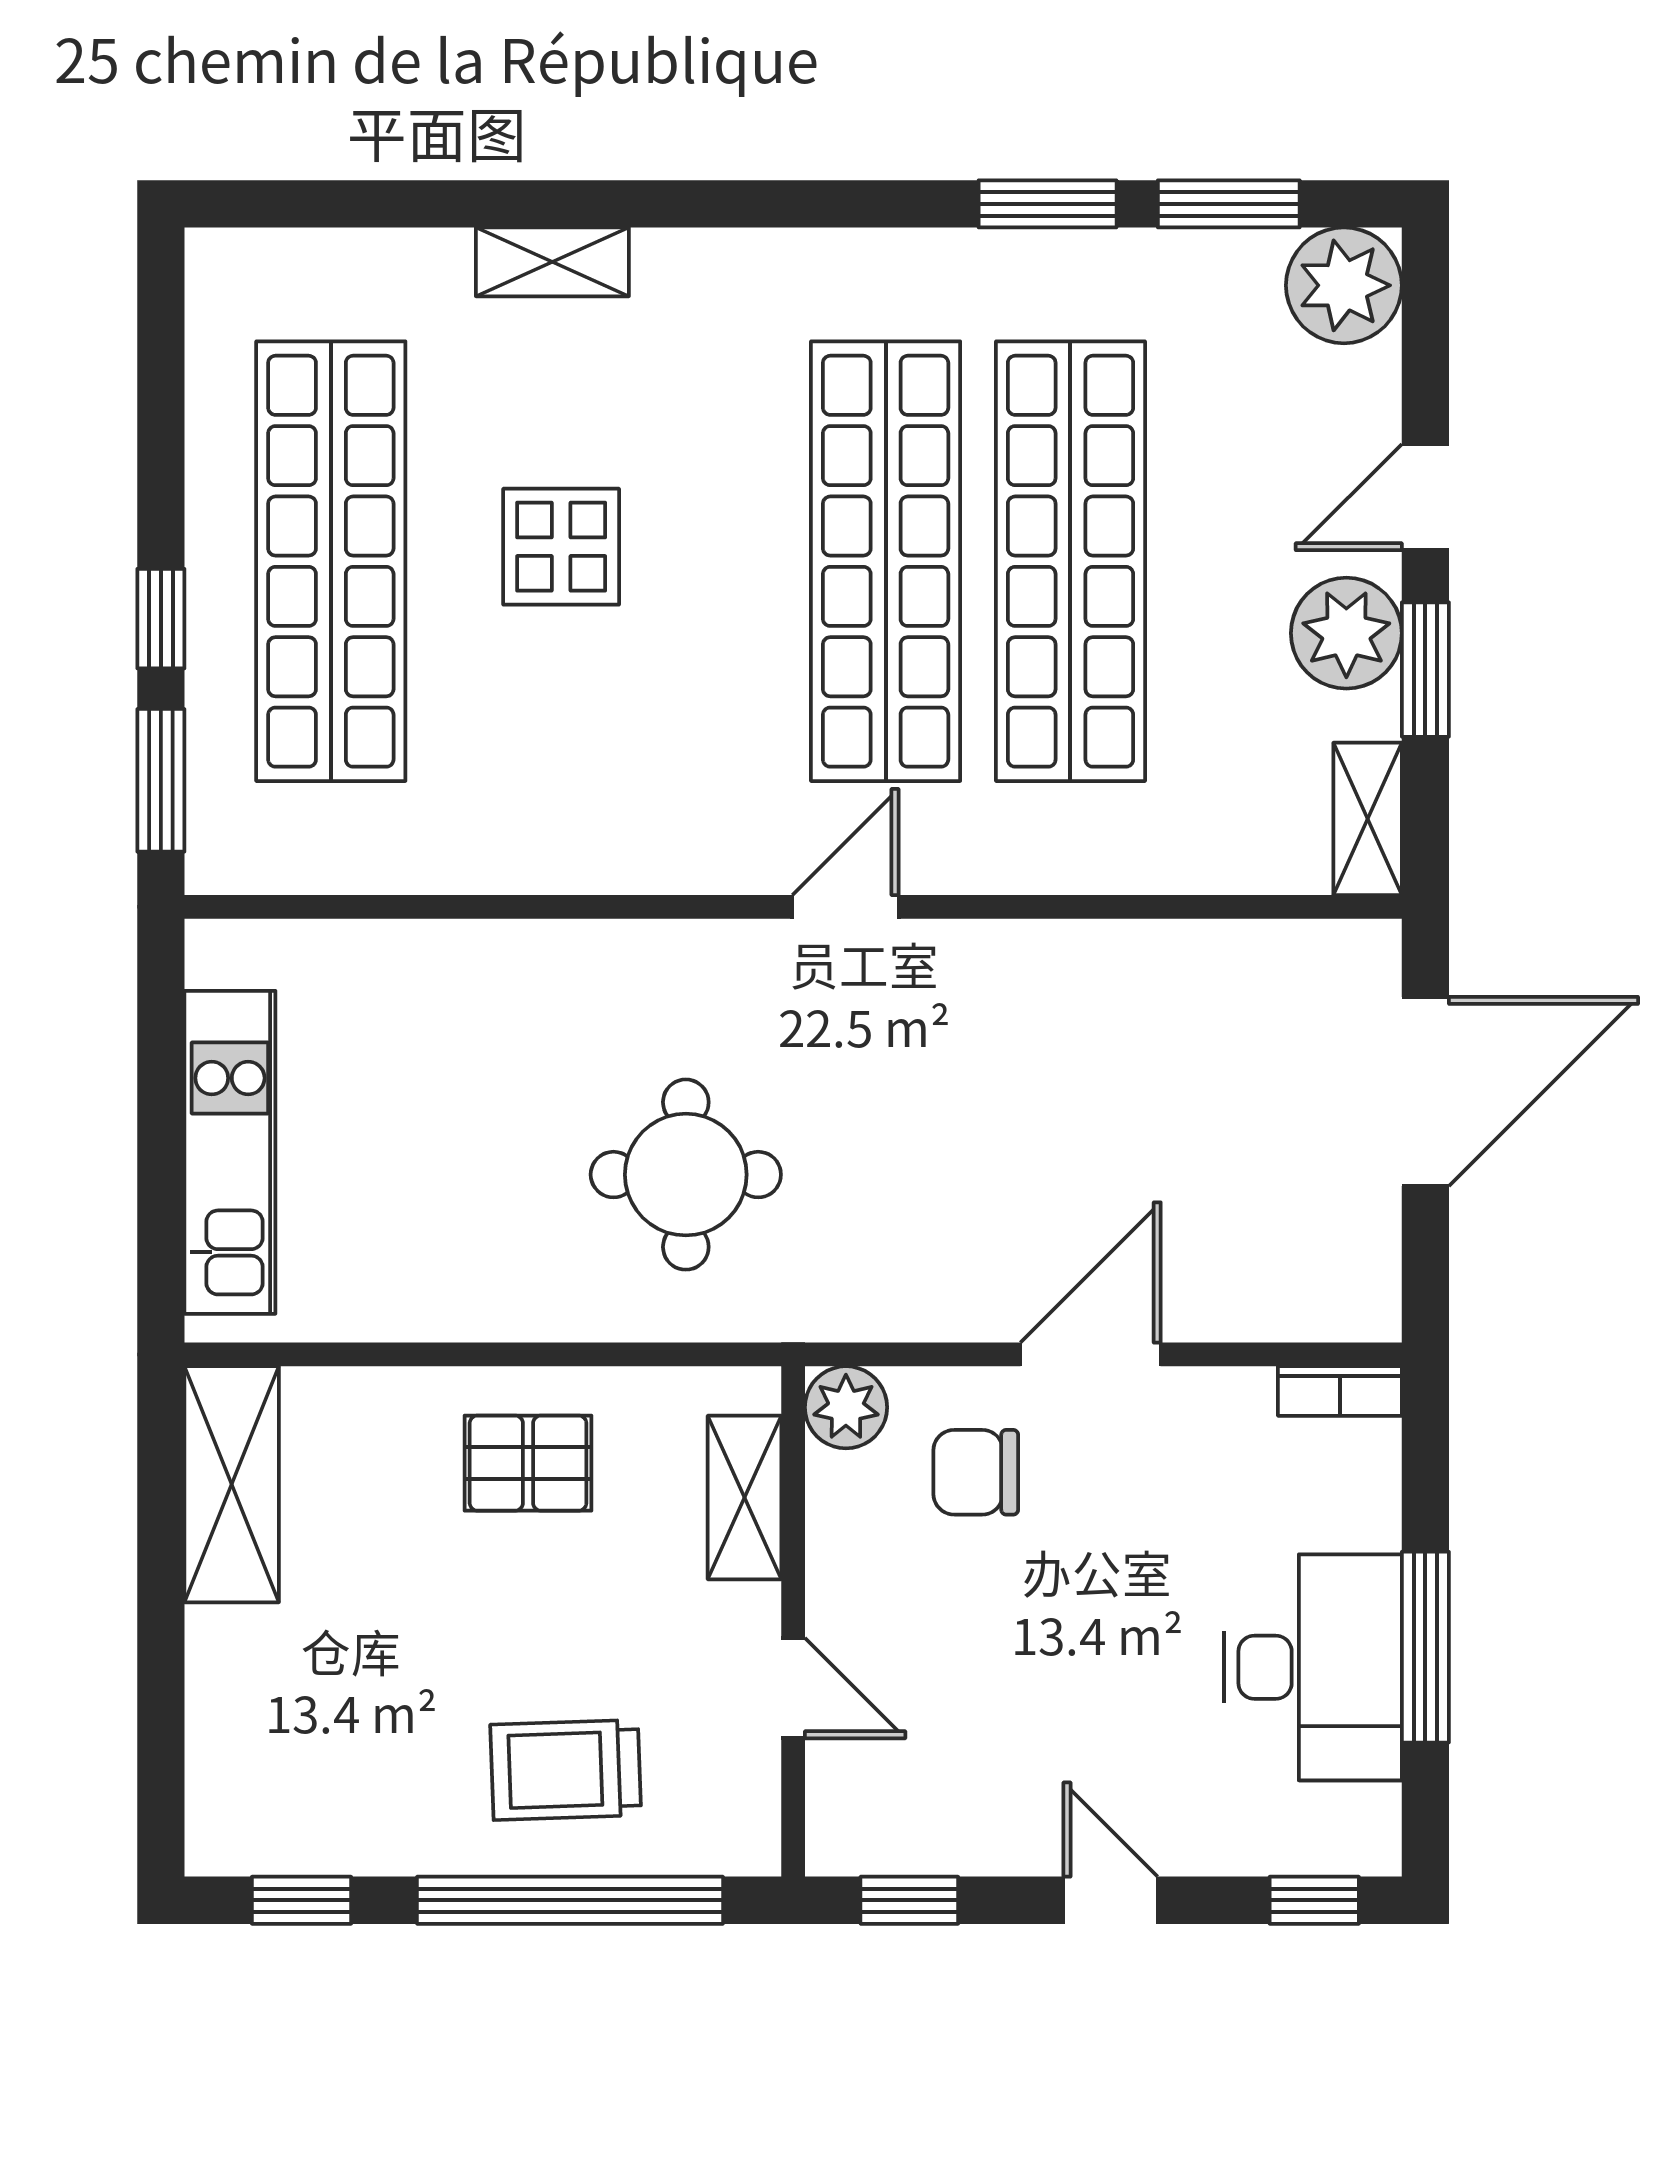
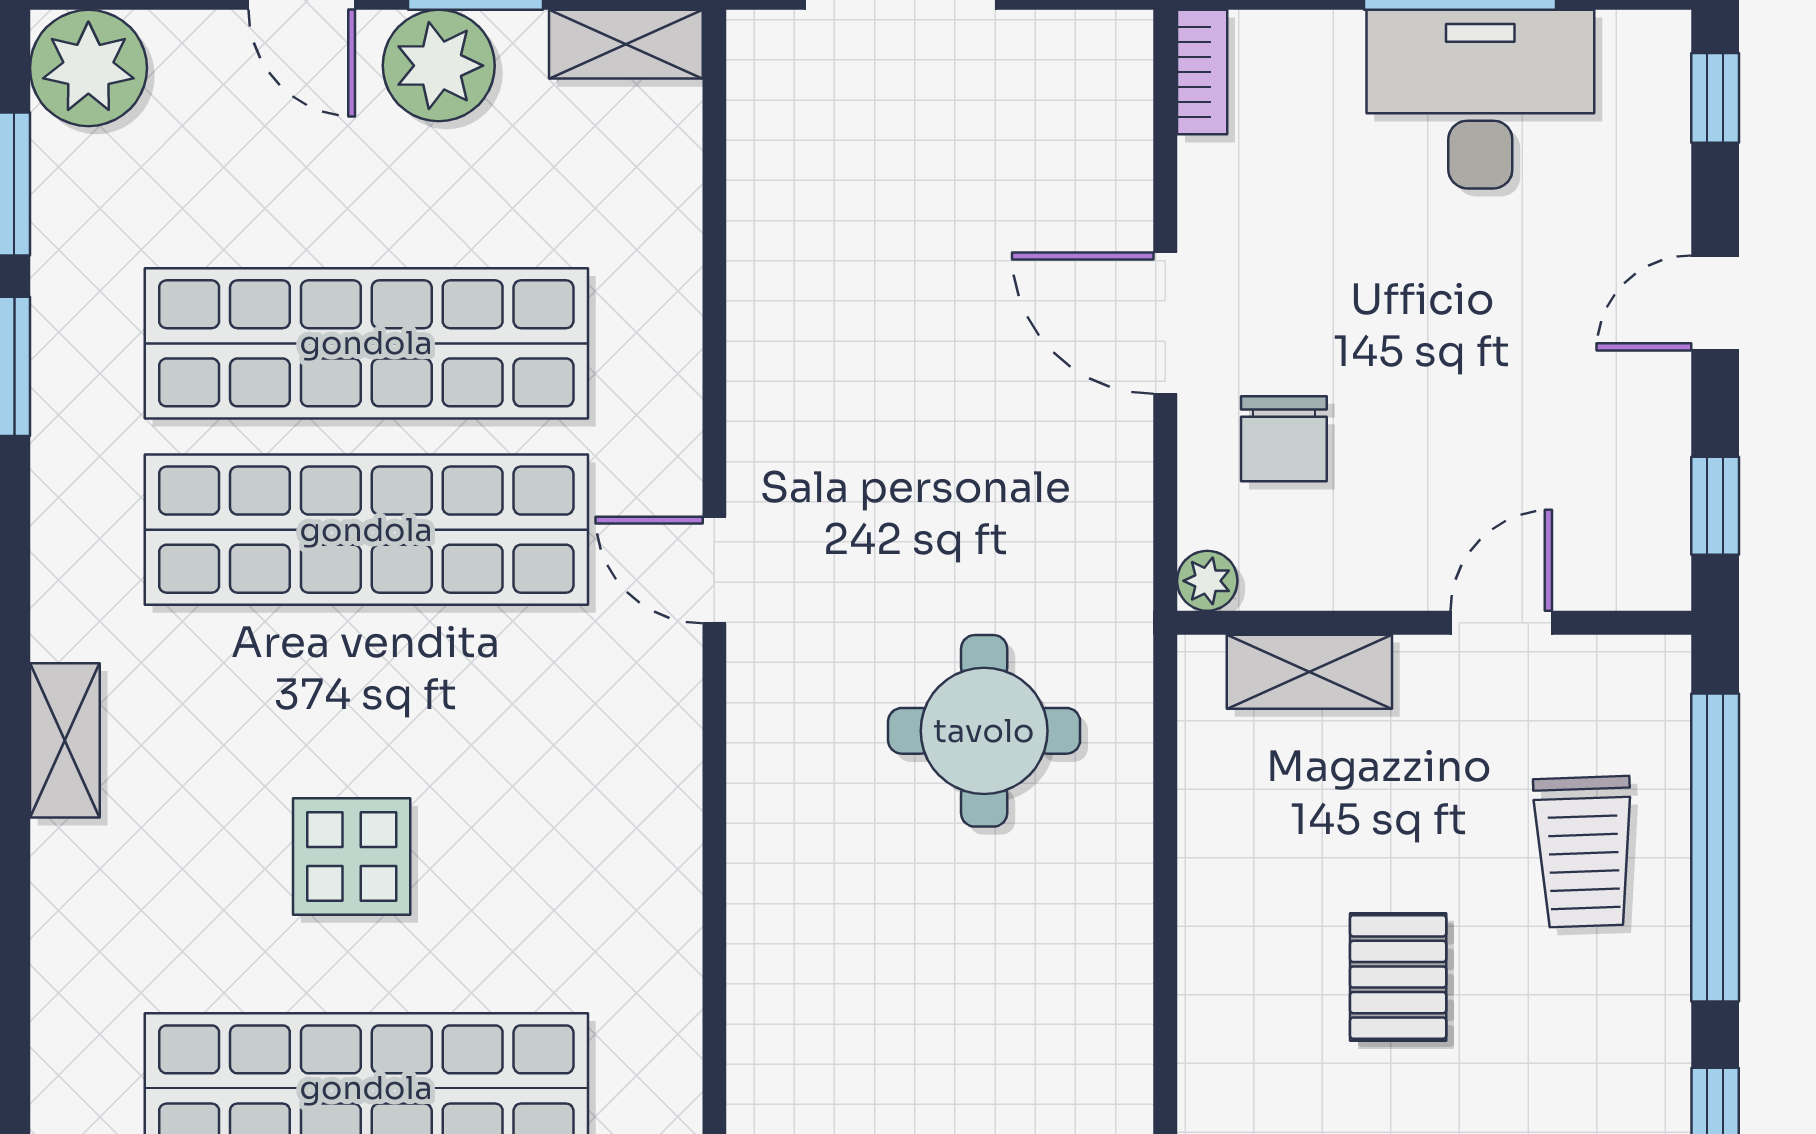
shelving: (552, 262) -> (65, 740), moved
plant: (846, 1407) -> (1207, 581), width x0.73, depth x0.73
pallet: (528, 1463) -> (1398, 977), moved

